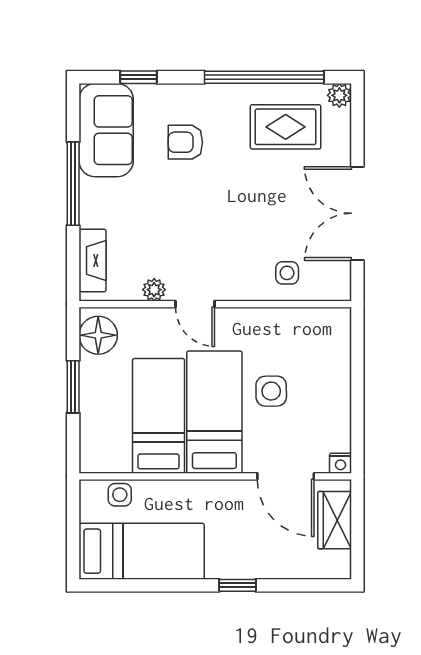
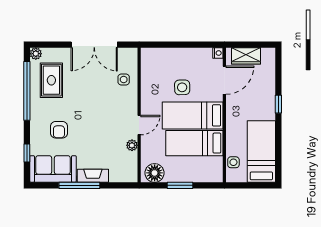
fireplace: (92, 261) -> (93, 176), moved

